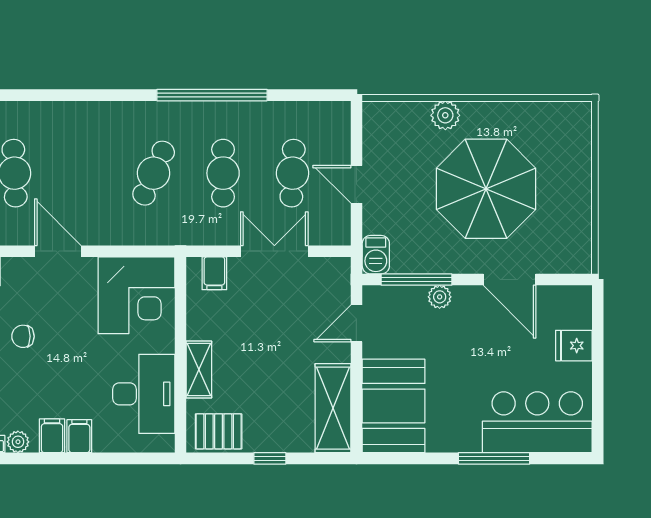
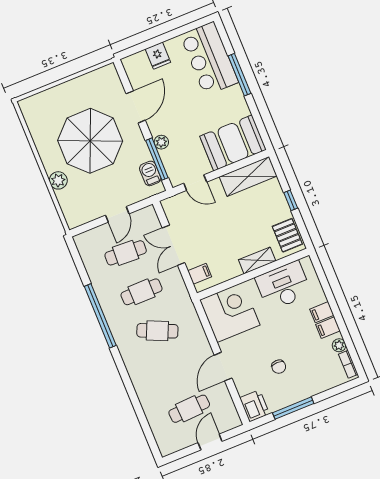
barbecue: (376, 255) -> (150, 173), moved, turned -90

